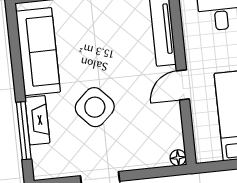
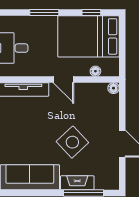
floor lamp: (200, 129) -> (95, 71), added

